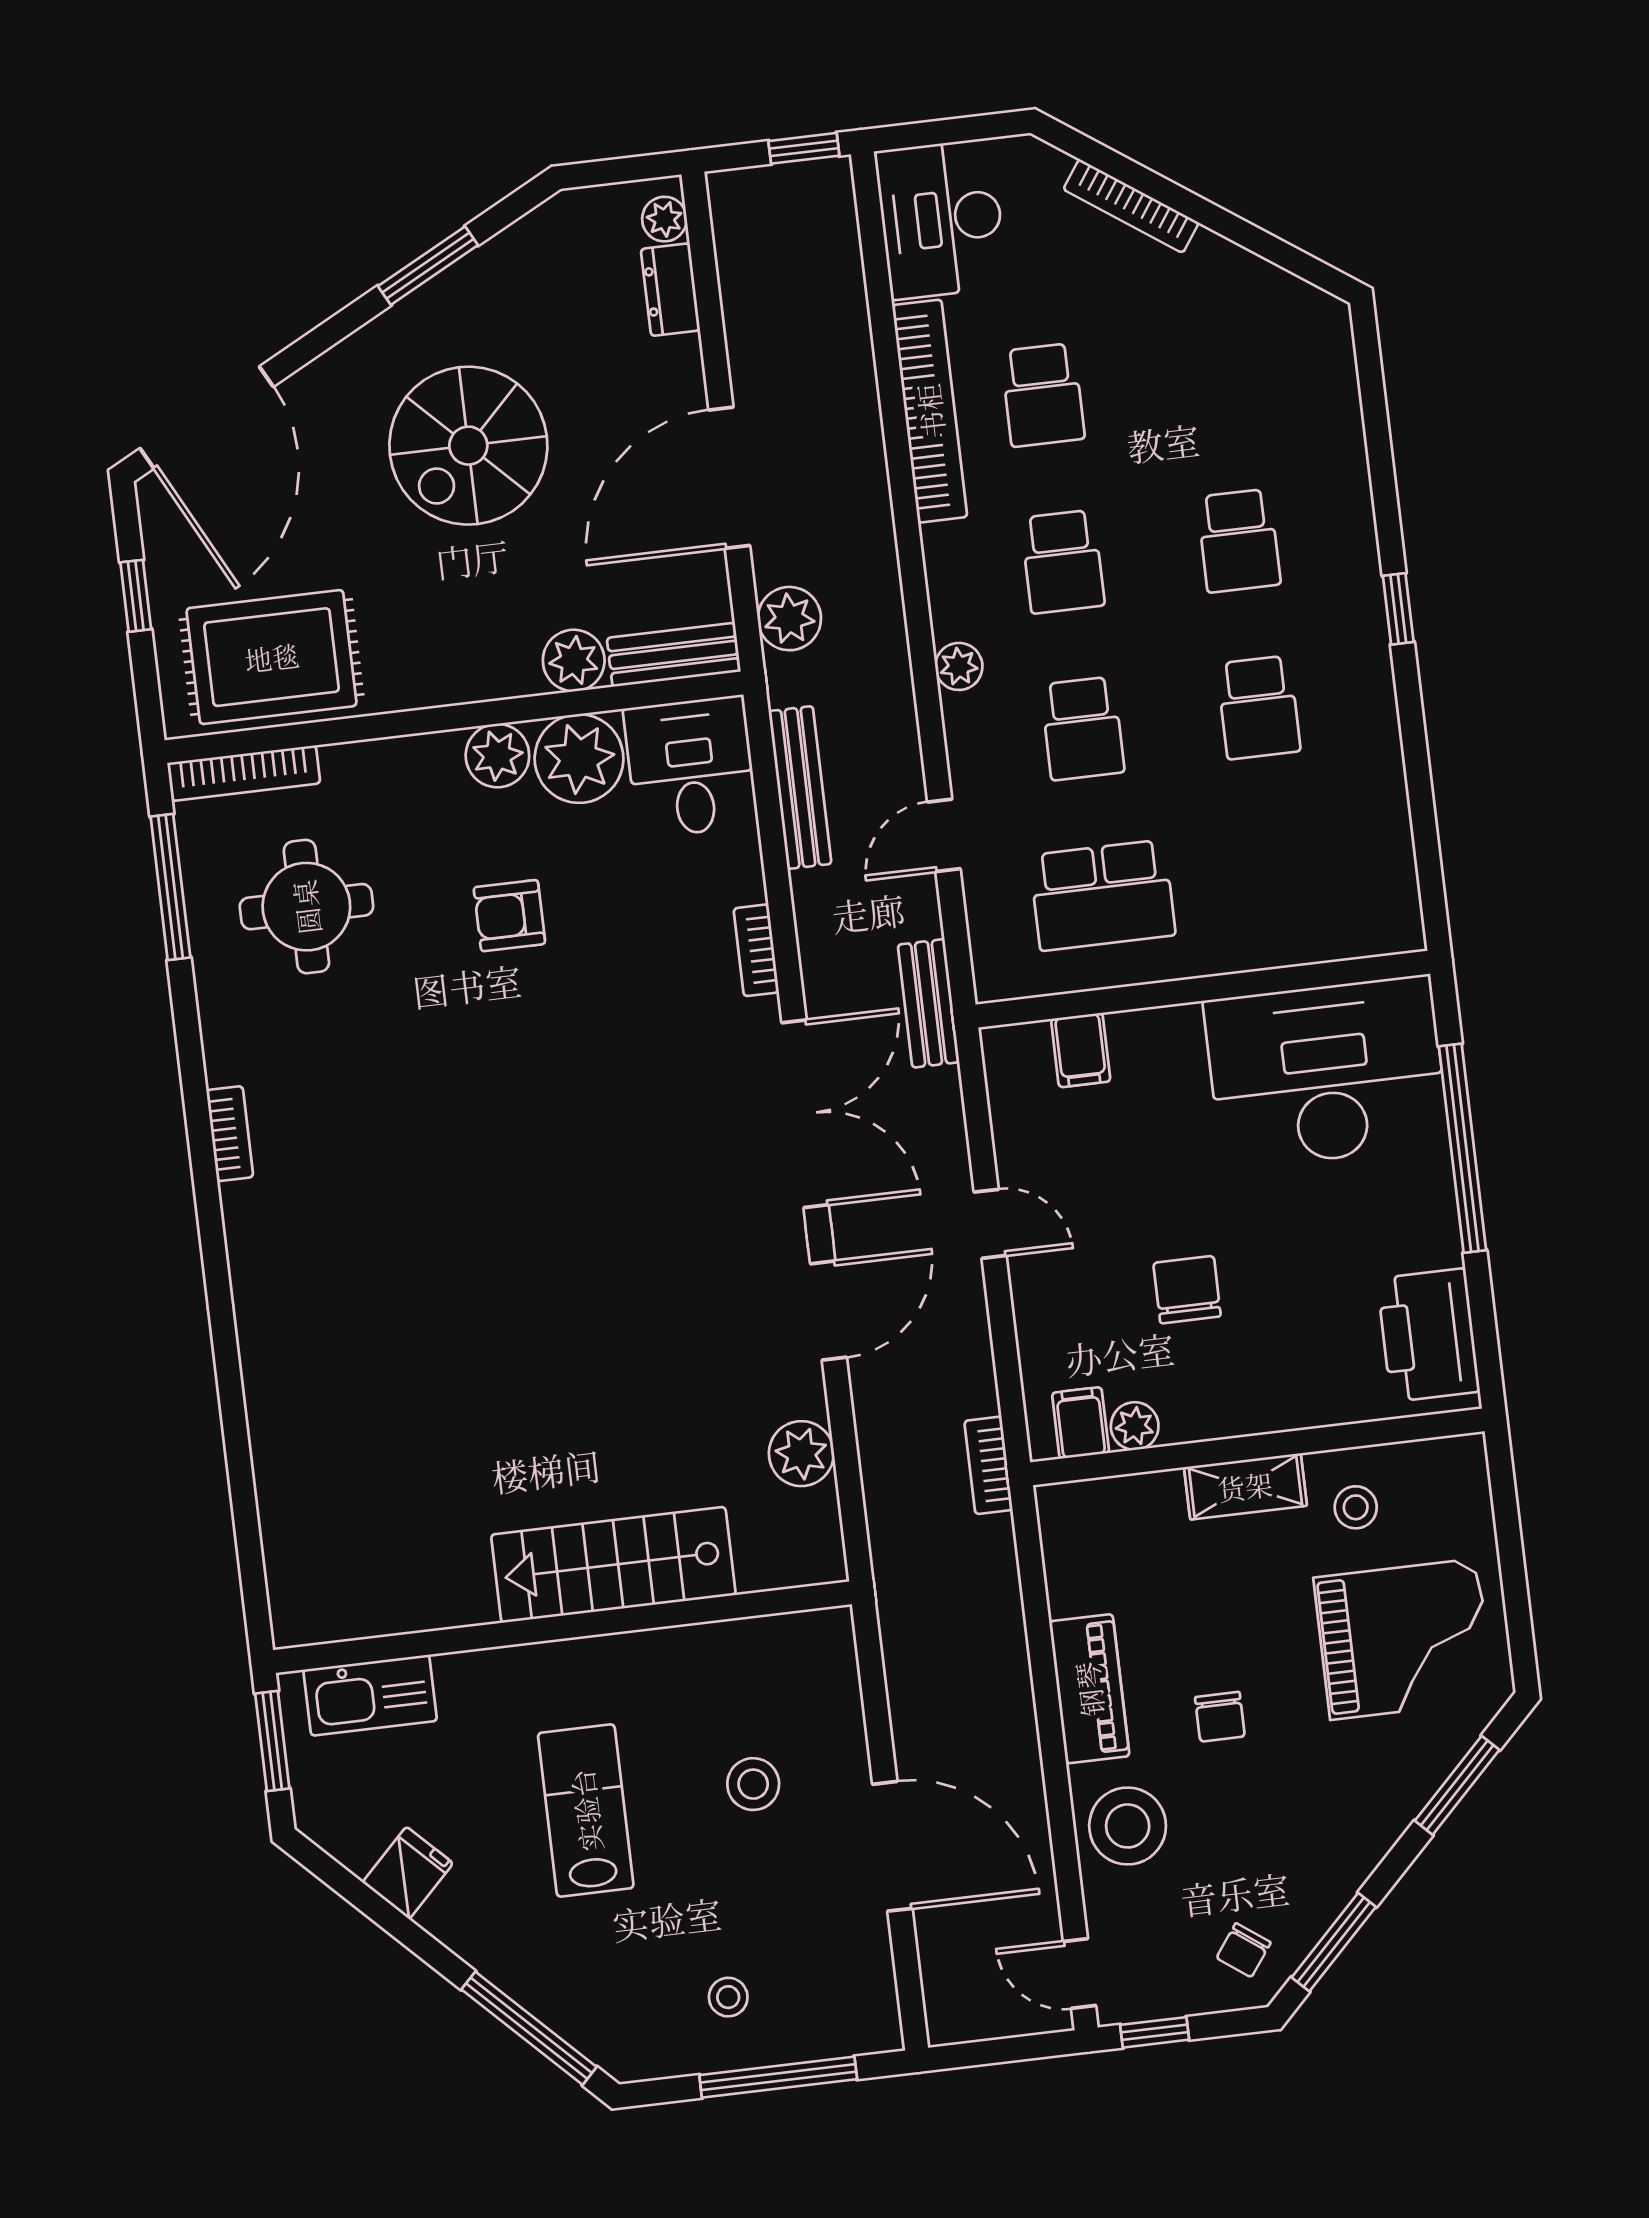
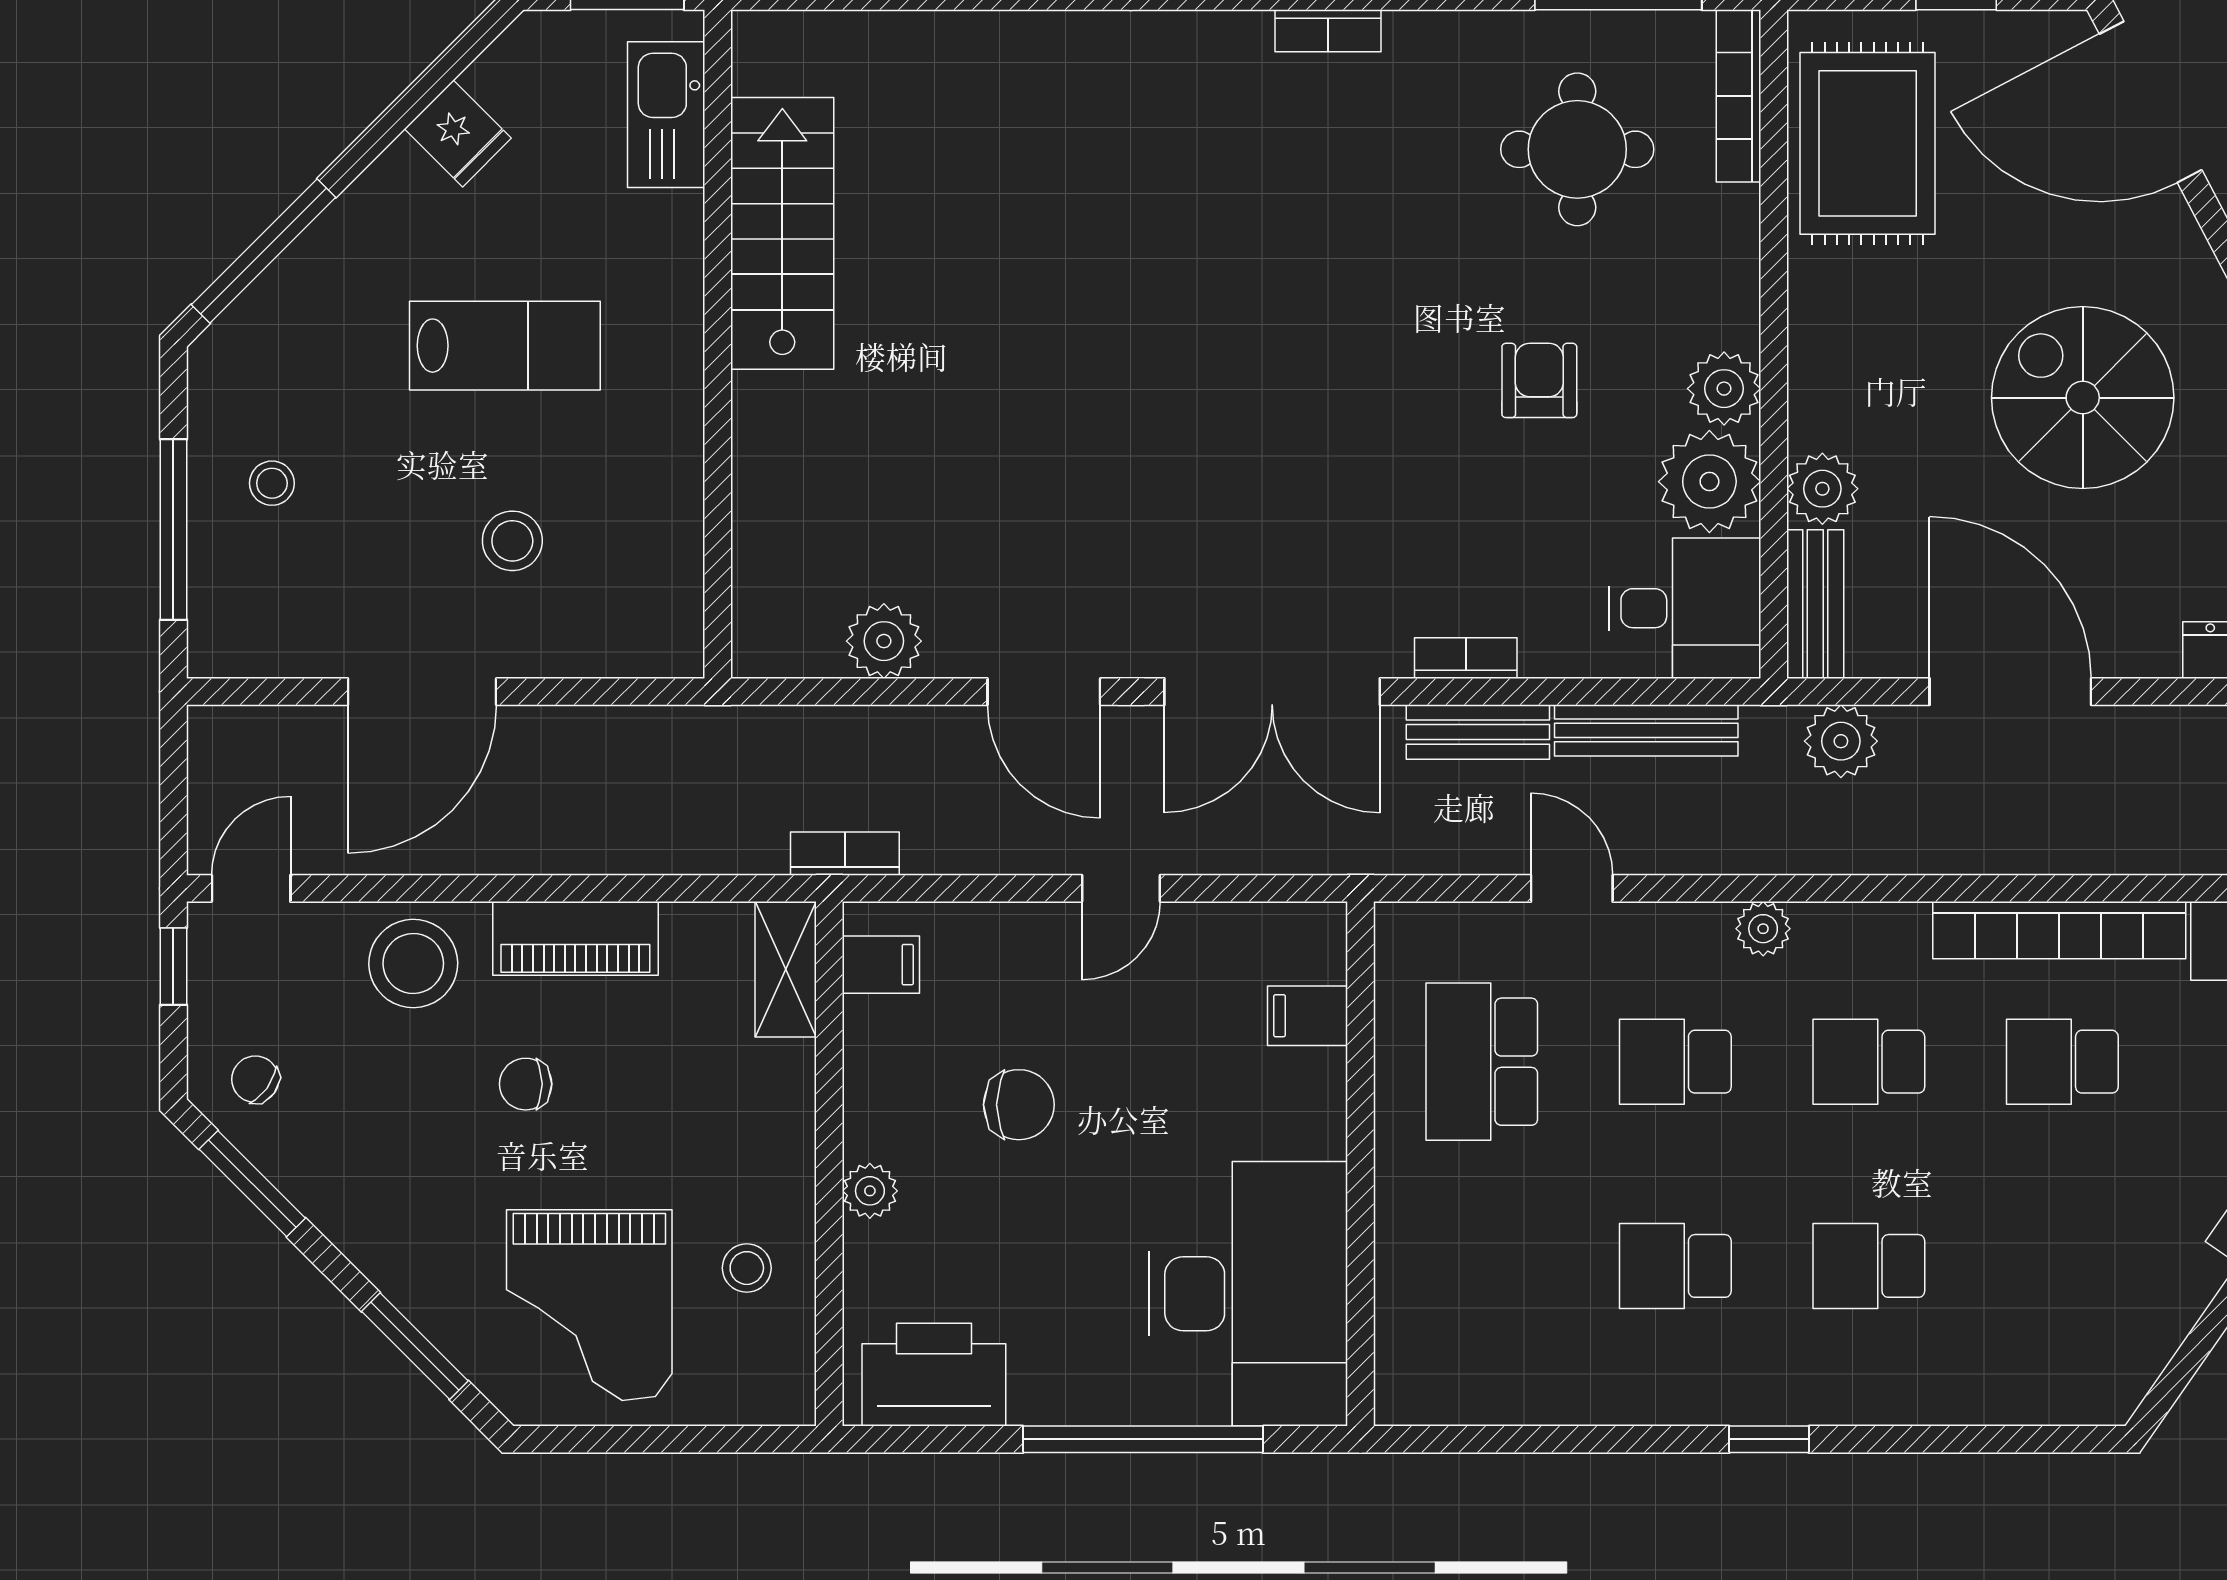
bench: (929, 1003) -> (1478, 732), moved
plant: (1135, 1426) -> (870, 1191), moved
shelving: (1245, 1486) -> (786, 969), moved
stairs: (613, 1565) -> (782, 233), moved

